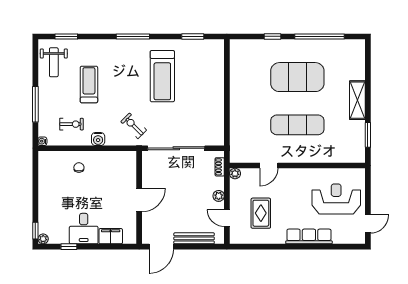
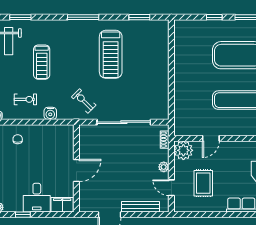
treadmill: (89, 84) -> (42, 62), turned 180
chair: (79, 168) -> (18, 139), moved
plant: (235, 174) -> (183, 150), width x1.88, depth x1.88
wall: (139, 197) -> (76, 168), moved
door: (139, 200) -> (76, 171), moved

